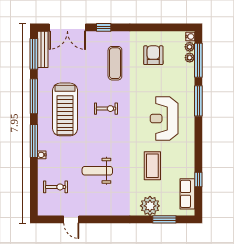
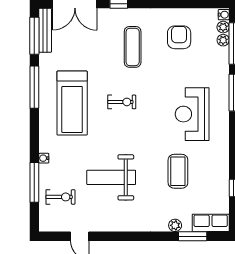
window: (34, 141) -> (34, 182), moved
weight bench: (97, 171) -> (111, 177), width x1.36, depth x1.33
row of seats: (187, 194) -> (211, 223), moved, turned 90
plant: (150, 206) -> (175, 225), width x0.53, depth x0.53

